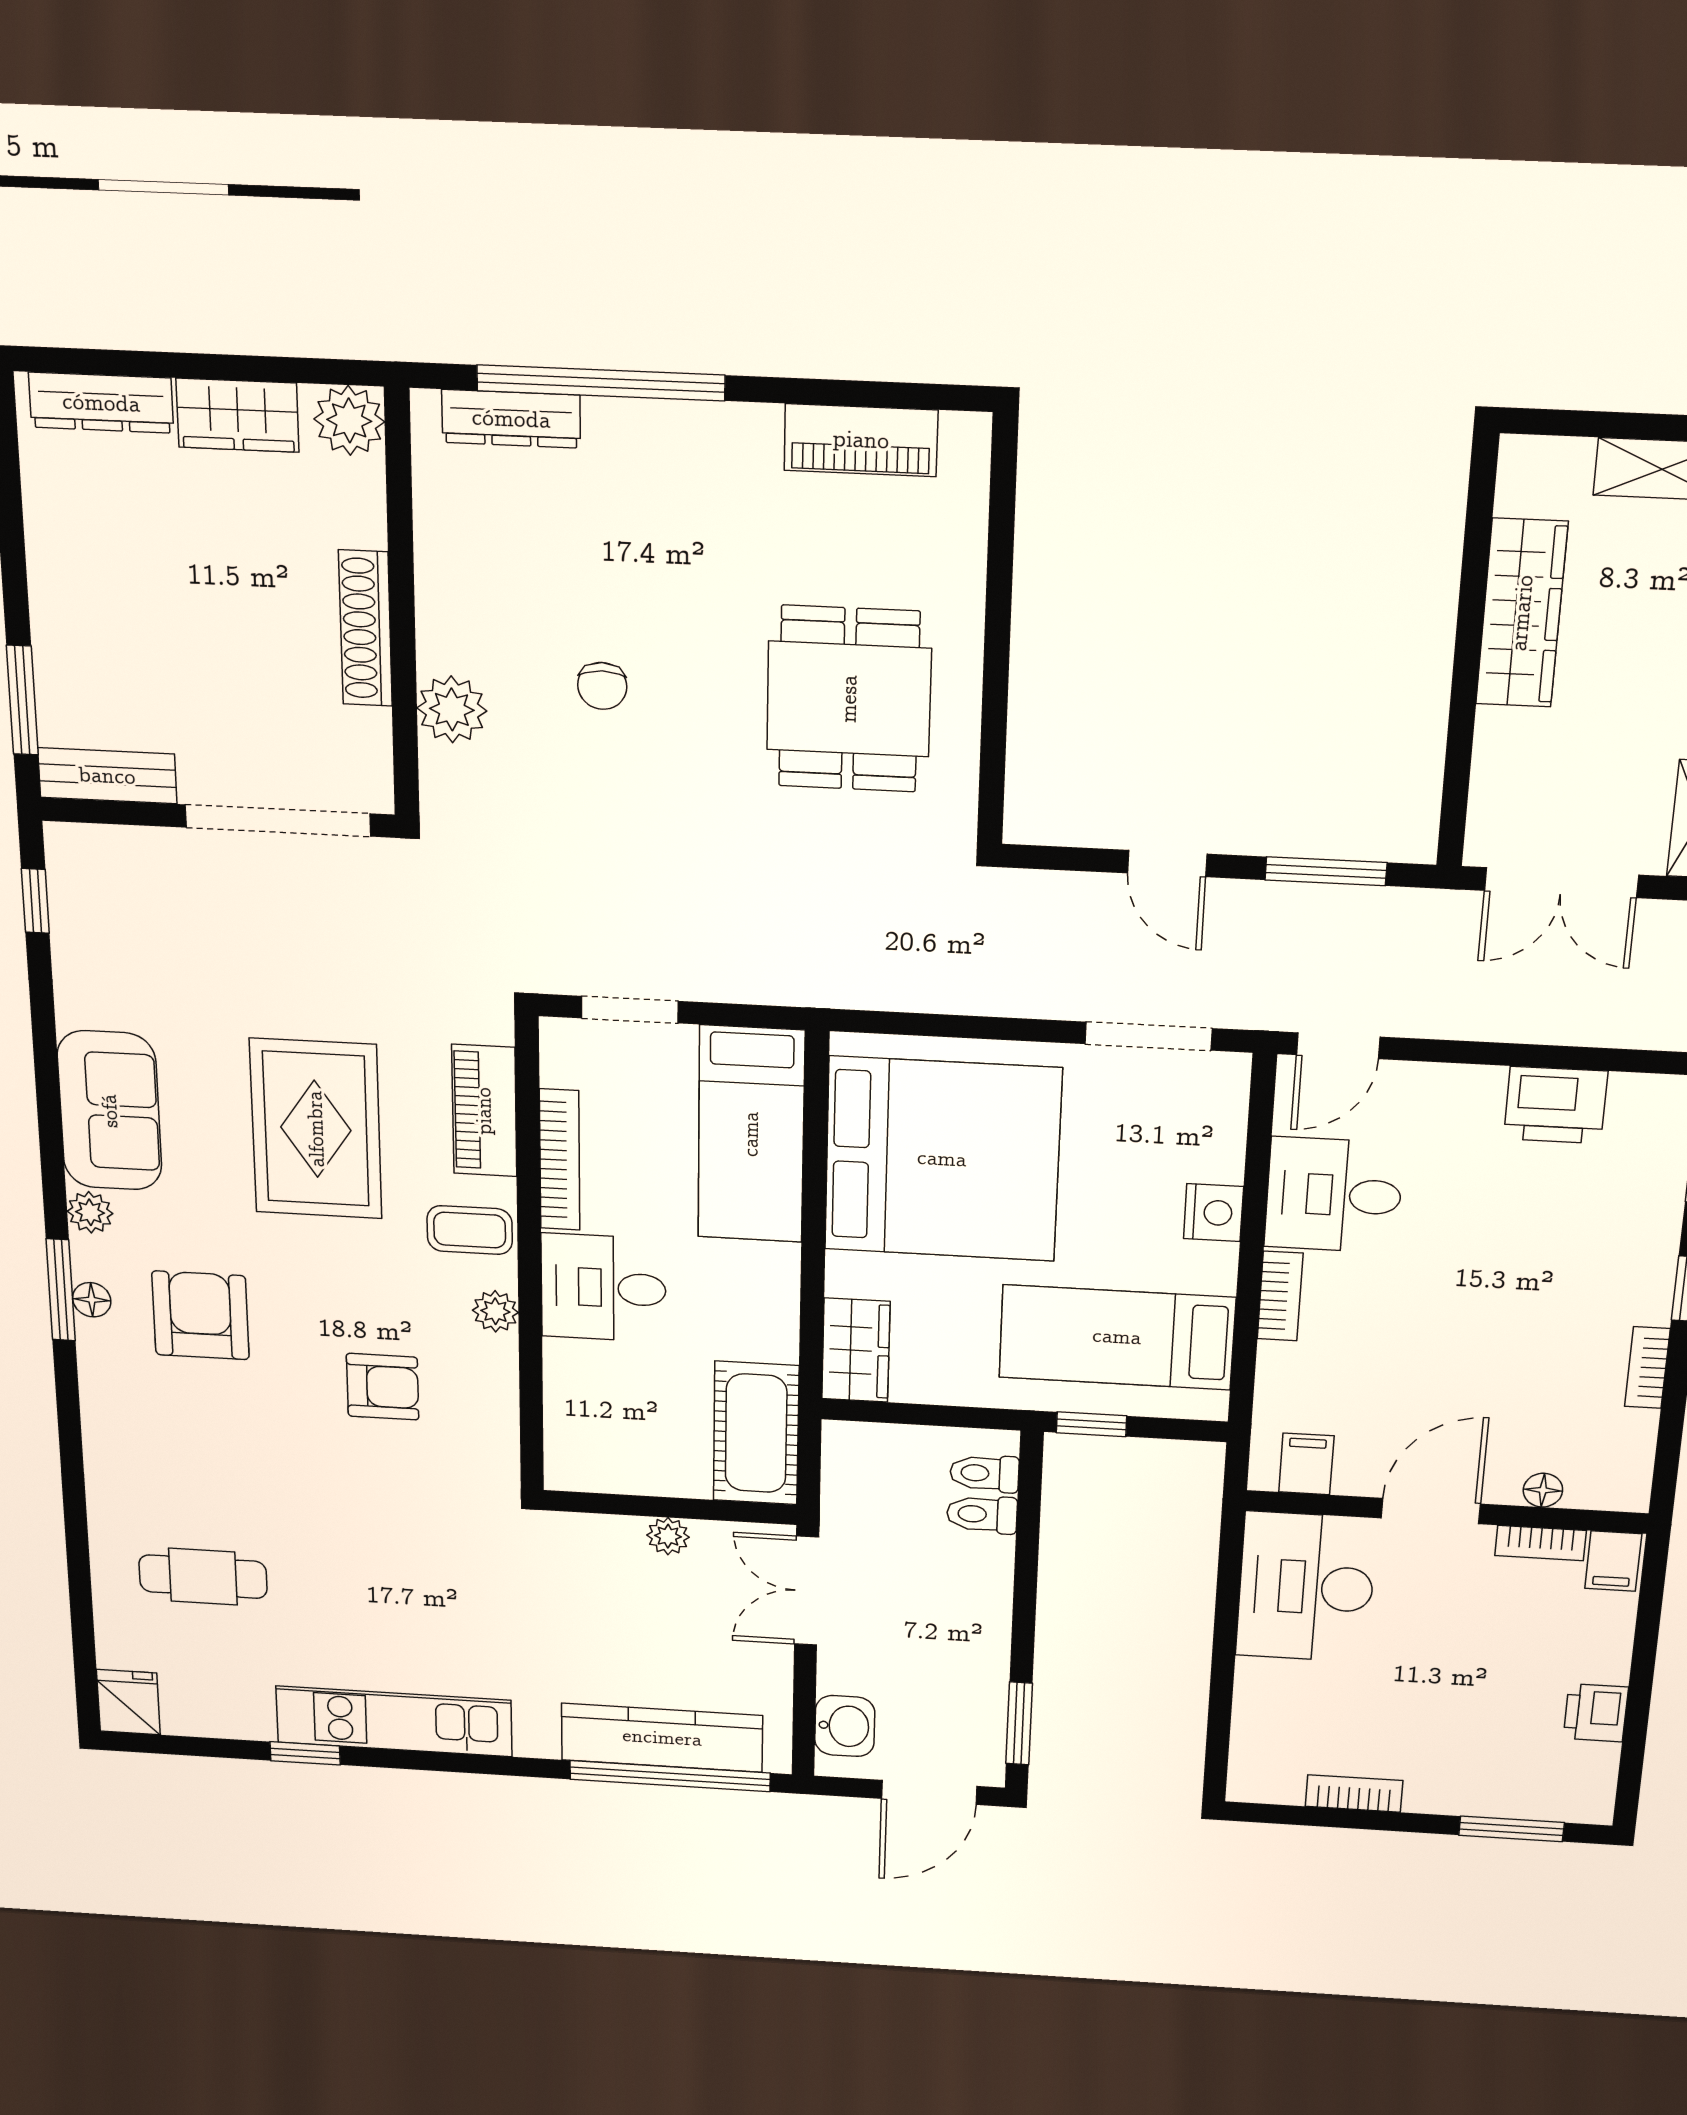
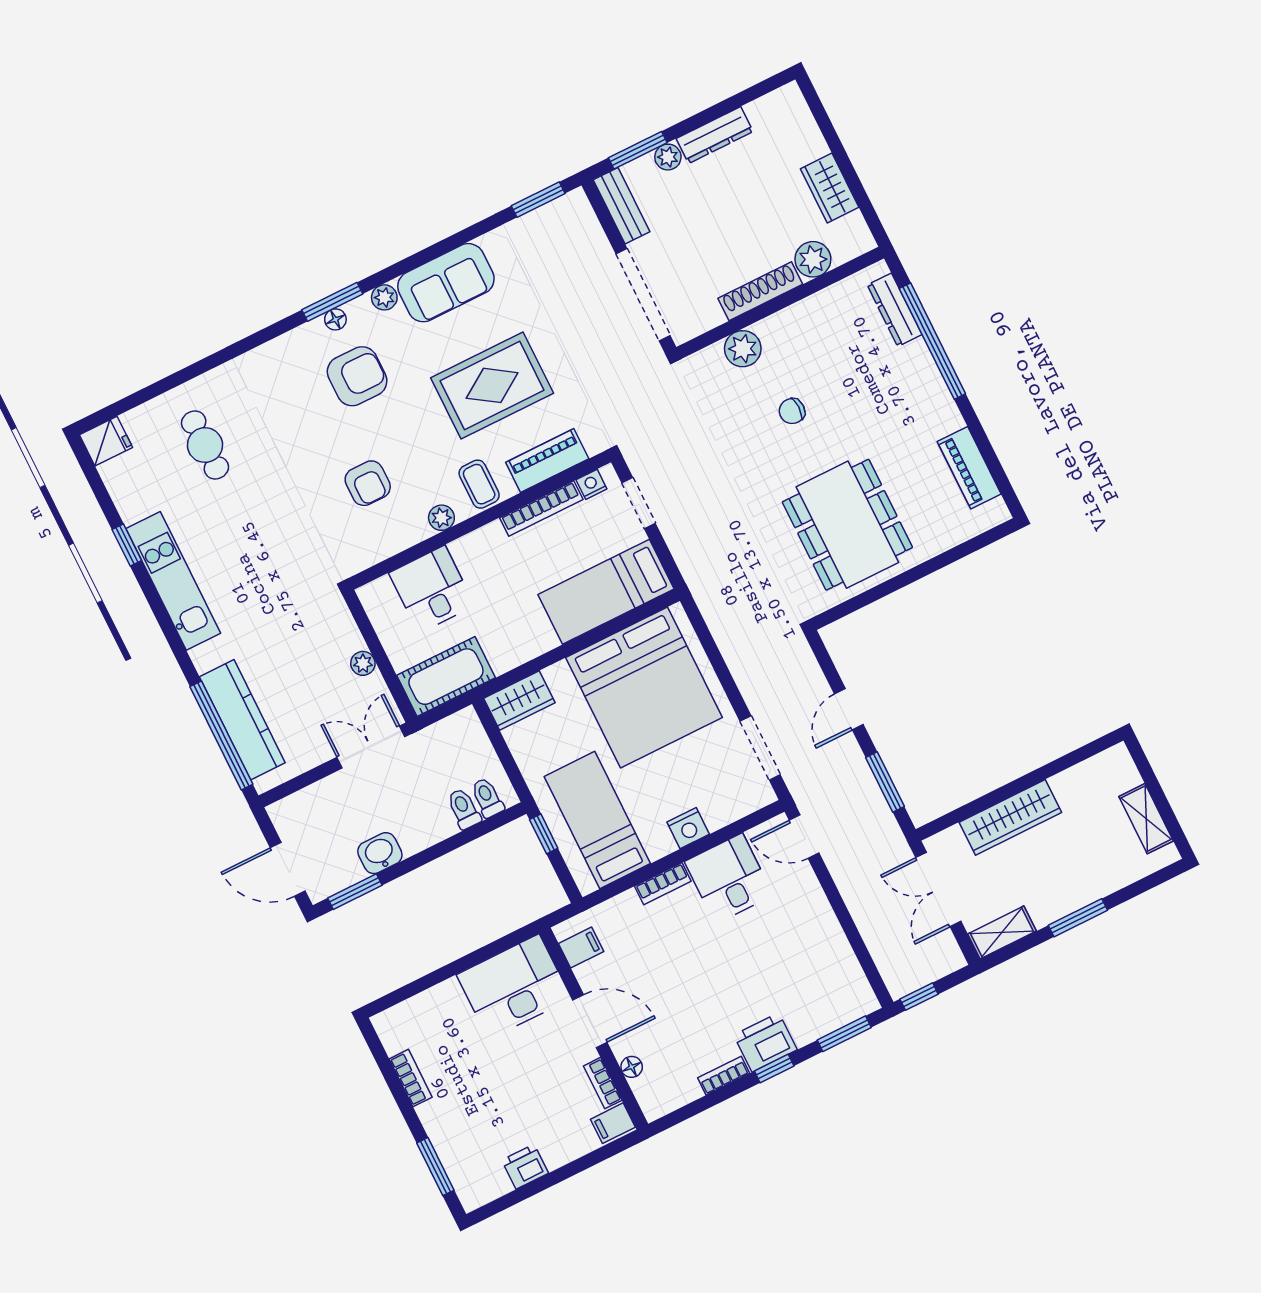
dresser: (101, 403) -> (715, 135), moved, turned -90
plant: (349, 420) -> (813, 259), moved
wardrobe: (1522, 613) -> (1010, 817), moved
plant: (57, 657) -> (668, 157), added
dining table: (849, 699) -> (847, 525), width x1.38
window: (35, 901) -> (538, 200), width x1.50
nightstand: (560, 1065) -> (591, 484), added
printer: (1556, 1105) -> (765, 1042), moved, turned 90
desk: (603, 1288) -> (432, 589), moved
washbasin: (845, 1726) -> (380, 853), moved, turned 180

